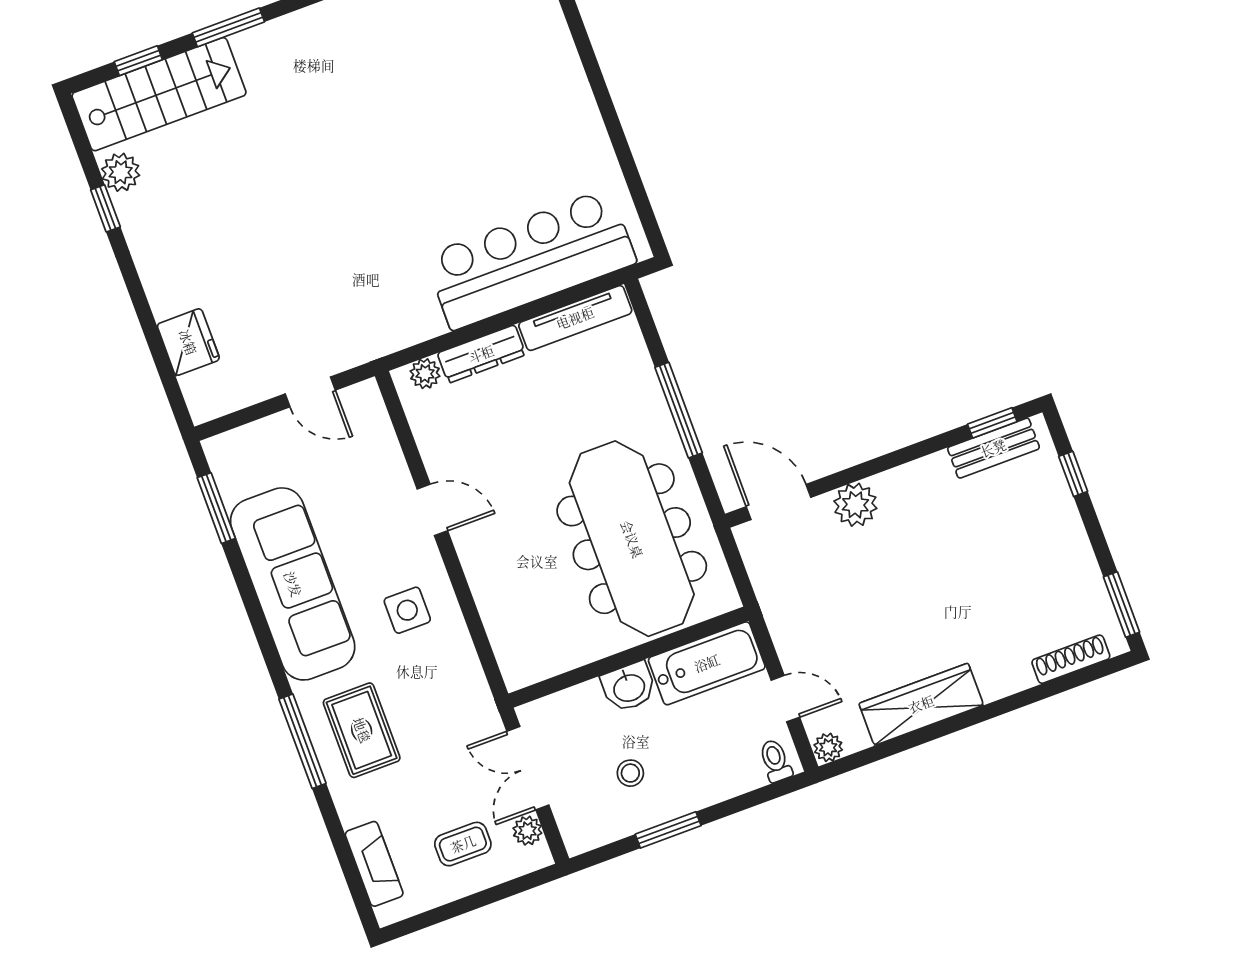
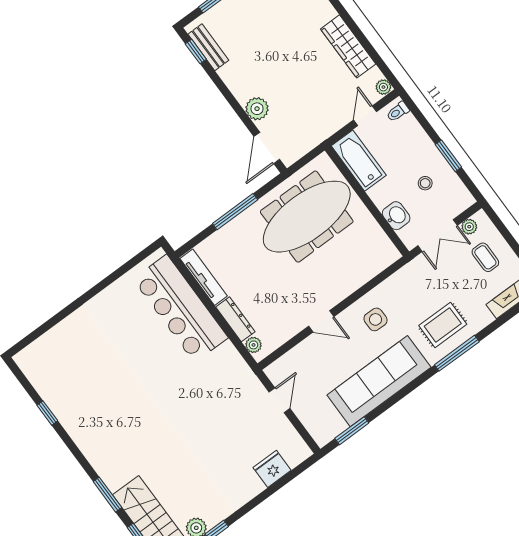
door: (432, 510) -> (321, 321), swing flipped
washbasin: (629, 687) -> (396, 216), moved

